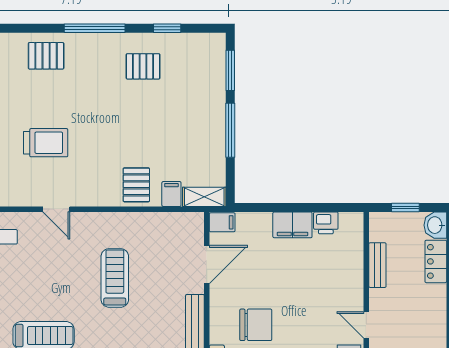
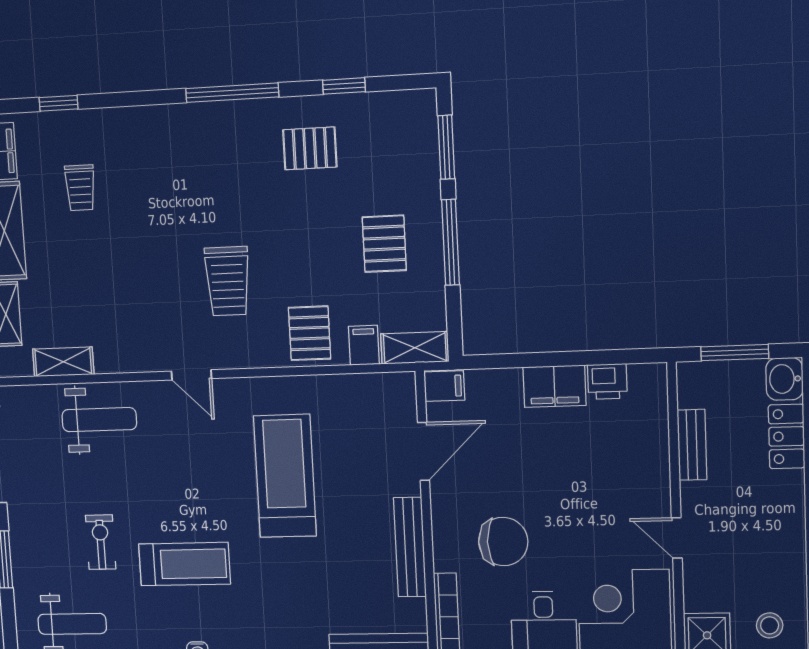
pallet: (46, 56) -> (384, 244), moved, turned 90
trolley: (46, 143) -> (228, 281), moved, turned 90
window: (405, 207) -> (735, 353), width x1.50
treadmill: (115, 278) -> (285, 476), width x1.37, depth x1.38

